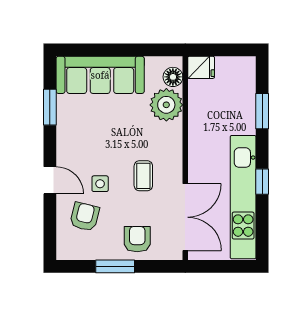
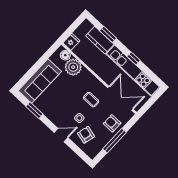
kitchen counter: (243, 107) -> (100, 40), added
window: (115, 266) -> (114, 141), width x1.44

